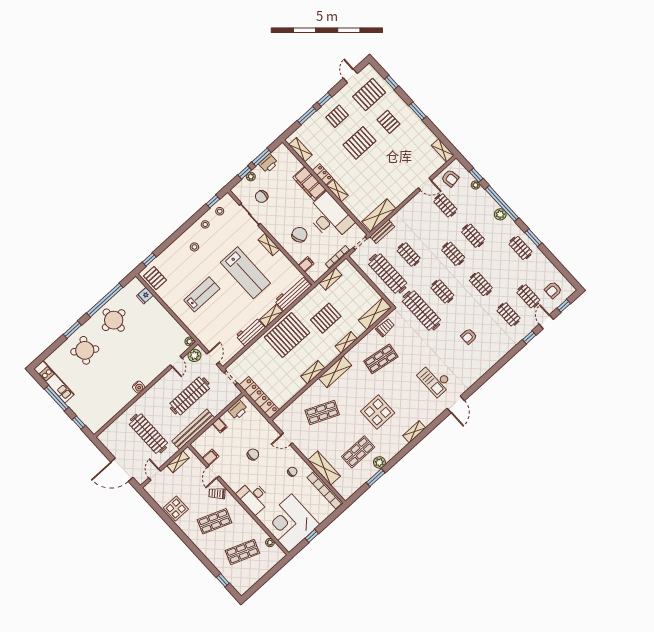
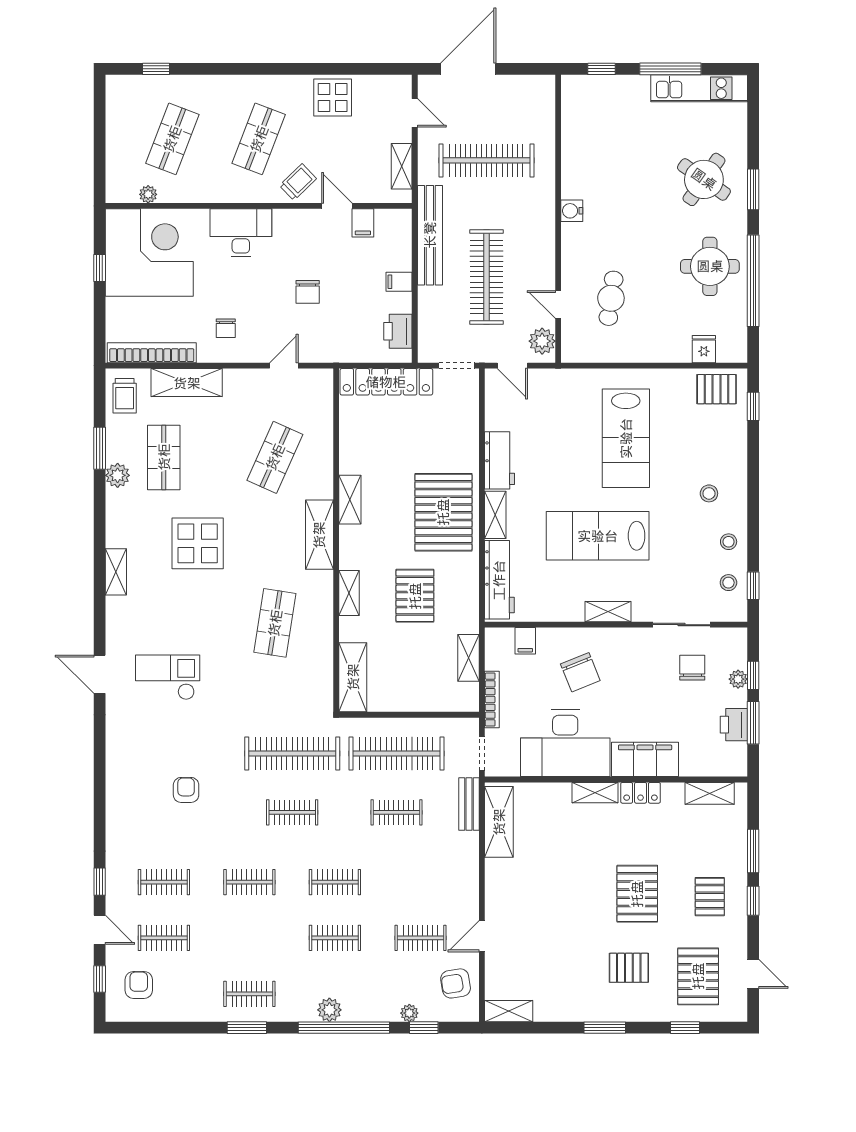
lab bench: (202, 294) -> (626, 438), width x1.36, depth x1.39
trolley: (385, 328) -> (125, 396), moved
plant: (190, 341) -> (570, 353), removed
cafe table: (157, 345) -> (611, 298), added

